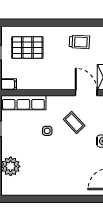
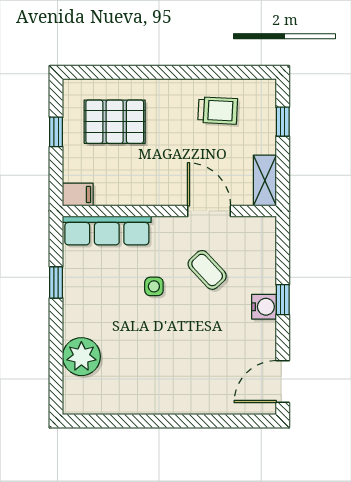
door: (86, 93) -> (209, 211), moved

